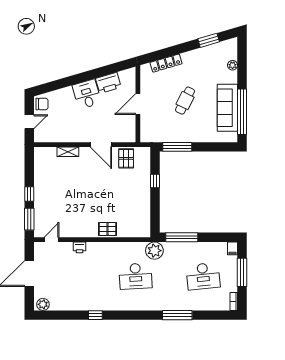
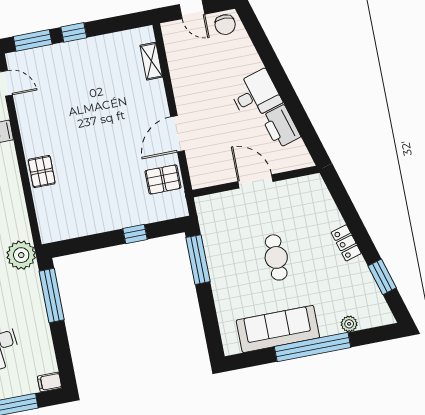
locker: (166, 63) -> (346, 243), moved, width x0.66
cafe table: (185, 101) -> (276, 257), turned 64
window: (242, 112) -> (313, 347), moved
shelving: (68, 152) -> (151, 61), moved

